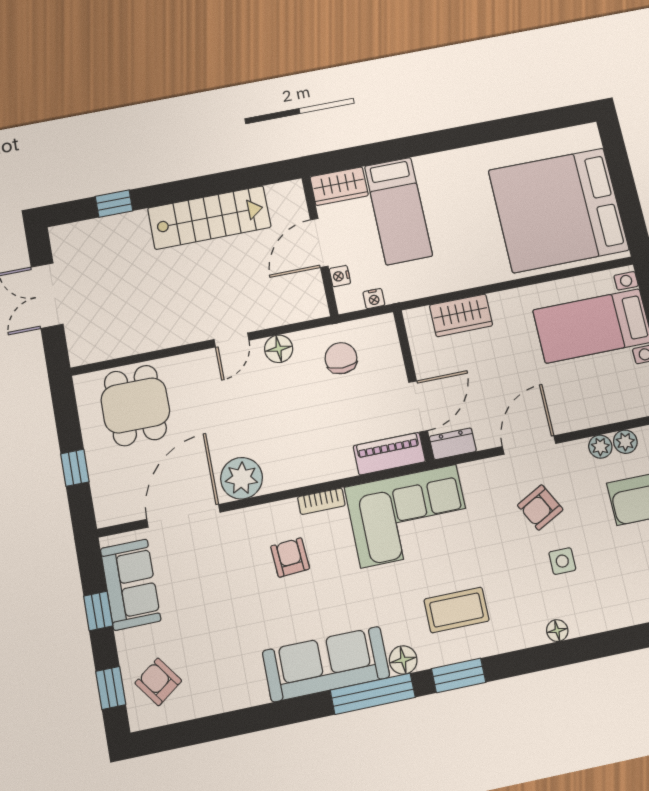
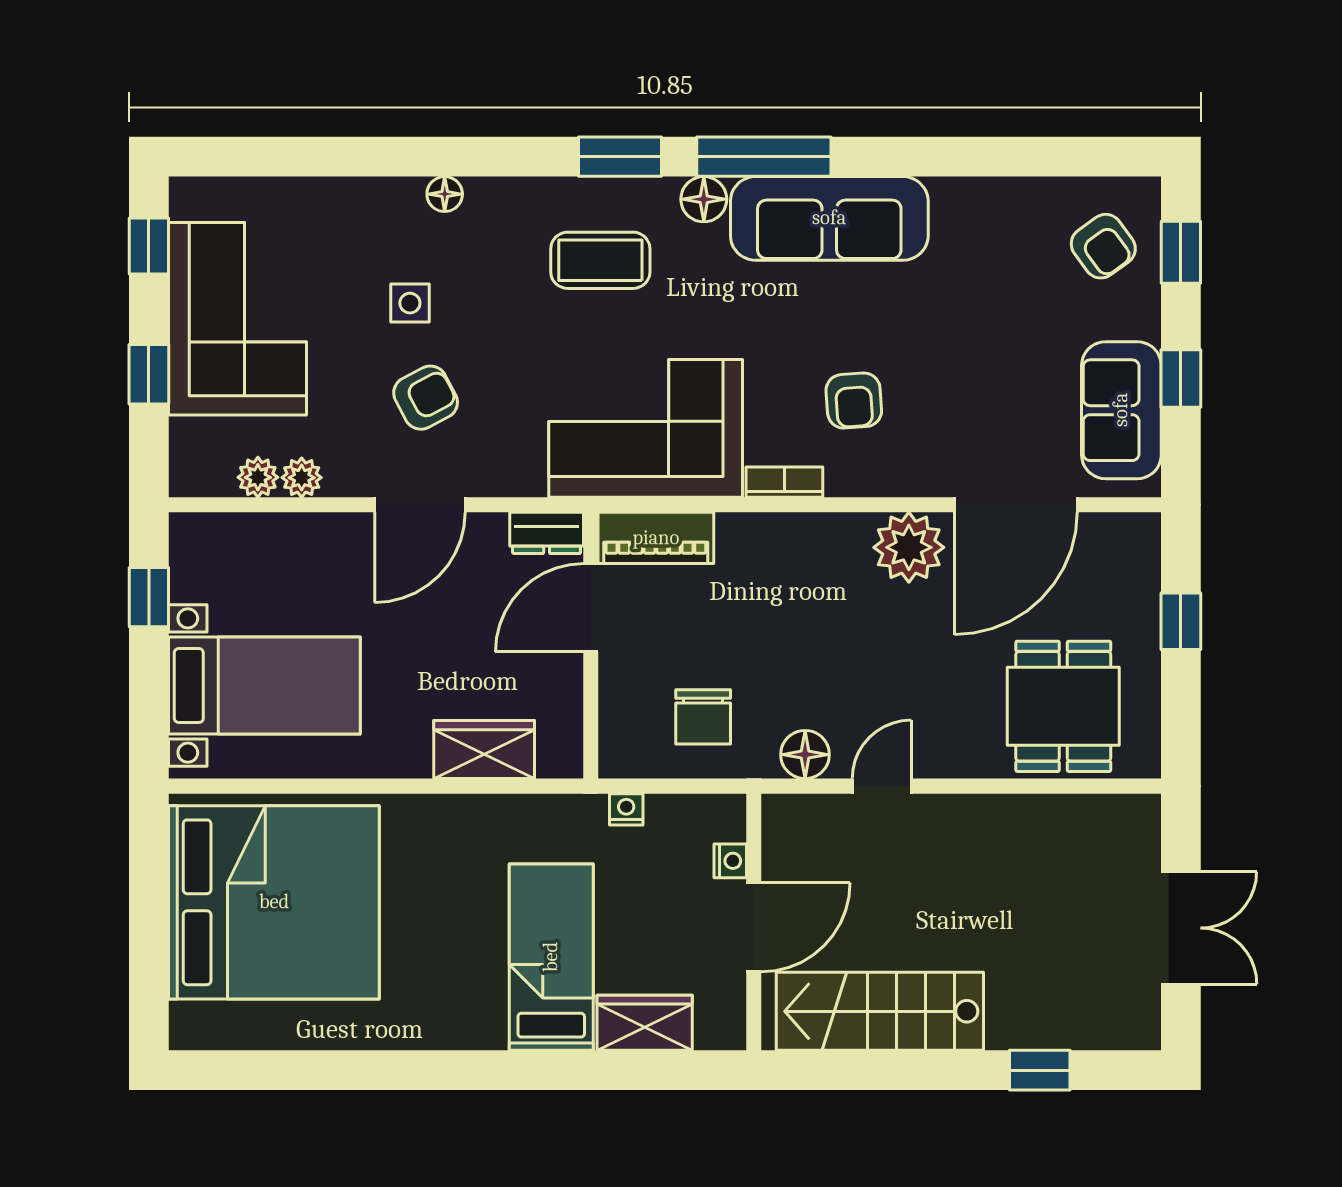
door: (319, 243) -> (754, 927), moved
wall: (320, 246) -> (754, 922), moved
nightstand: (340, 276) -> (730, 861), moved

